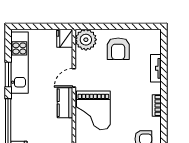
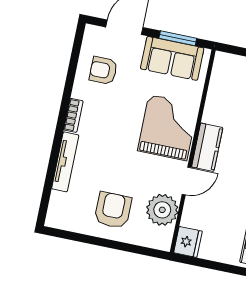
plant: (86, 40) -> (162, 210), moved
tv unit: (156, 68) -> (65, 162), width x1.41

